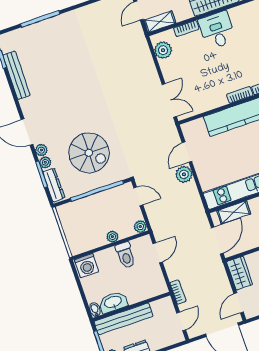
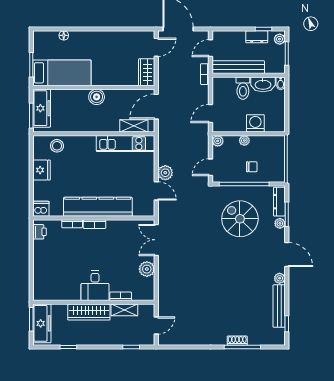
shelving: (160, 22) -> (124, 310), moved
shoe rack: (48, 24) -> (237, 341), added
plant: (163, 50) -> (147, 269), moved
plant: (41, 150) -> (280, 278), moved
door: (187, 152) -> (156, 191), hinge flipped
door: (138, 196) -> (211, 167), hinge flipped
chair: (95, 212) -> (252, 167), added
toilet: (125, 255) -> (243, 88), moved, turned 180
washing machine: (87, 266) -> (255, 123), moved
bench: (123, 319) -> (238, 67), moved

